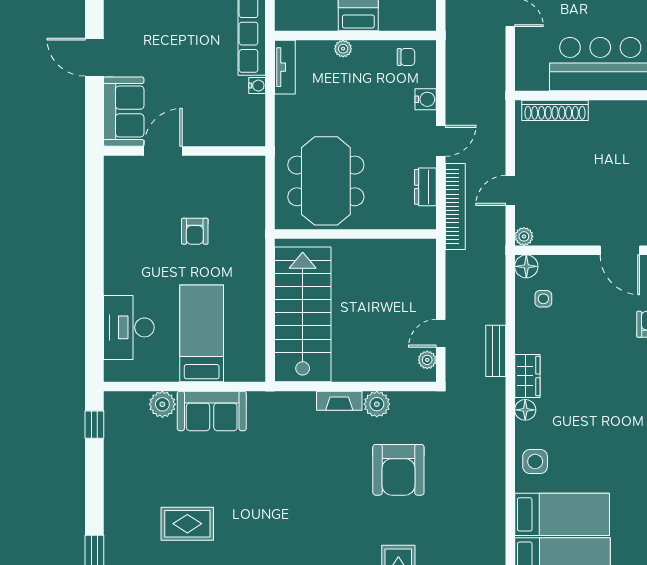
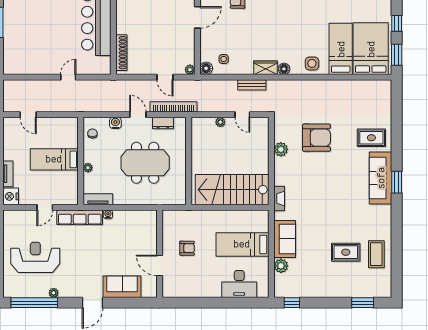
door: (163, 151) -> (160, 265), moved
wall: (184, 151) -> (160, 254), moved
meeting table: (326, 181) -> (145, 163), moved
plant: (427, 360) -> (220, 122), moved
fireplace: (339, 401) -> (279, 199), moved
rug: (187, 524) -> (346, 252), turned 90

